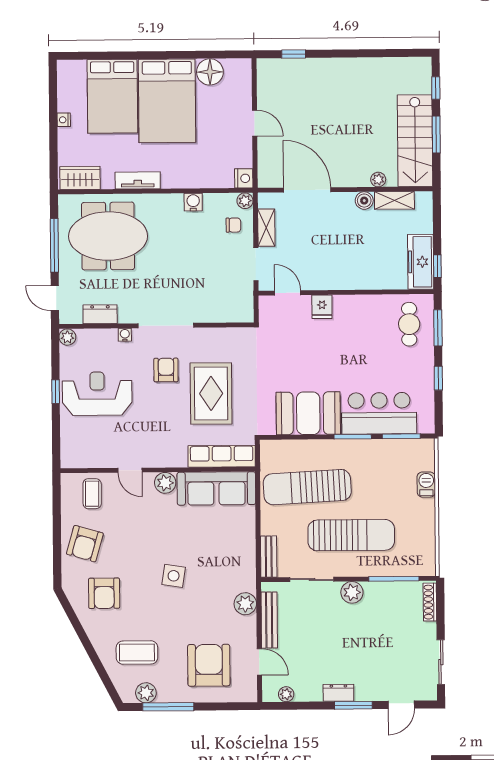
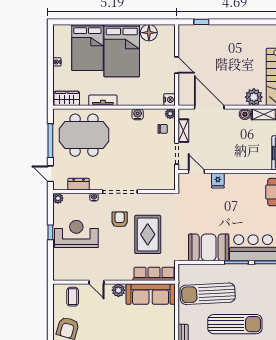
plant: (378, 180) -> (254, 97), width x1.88, depth x1.88

